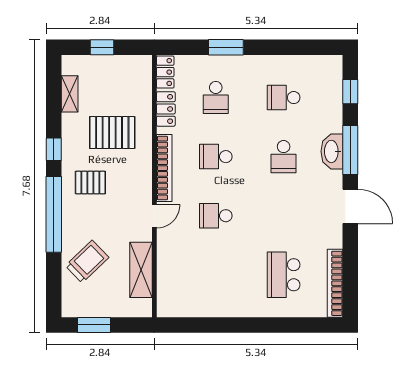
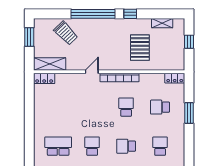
locker: (166, 109) -> (44, 78), moved
pallet: (90, 183) -> (111, 35), removed
door: (154, 216) -> (92, 72), swing flipped
school desk: (216, 216) -> (92, 146), moved
shelving: (141, 270) -> (50, 64), moved

